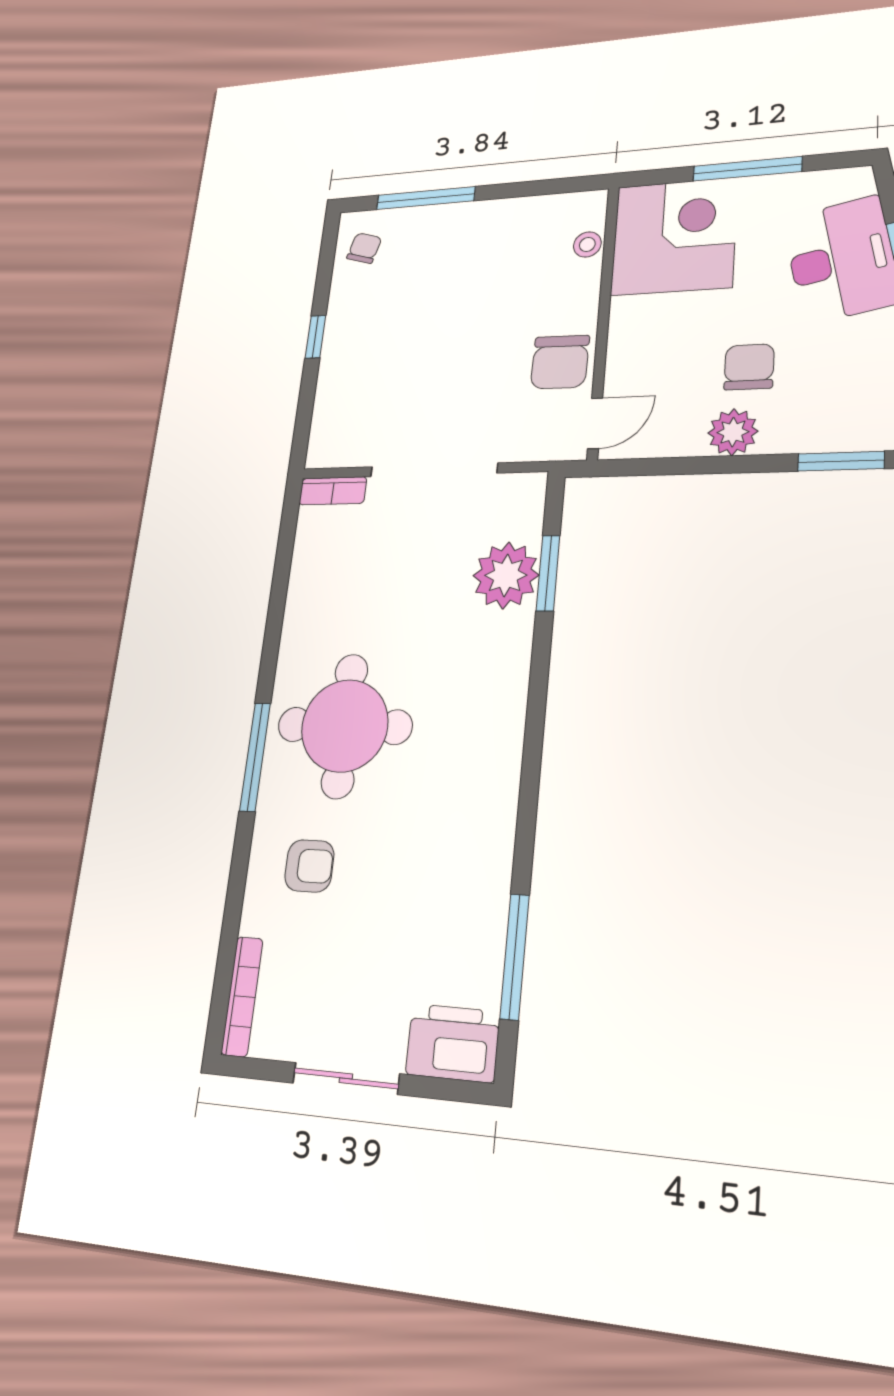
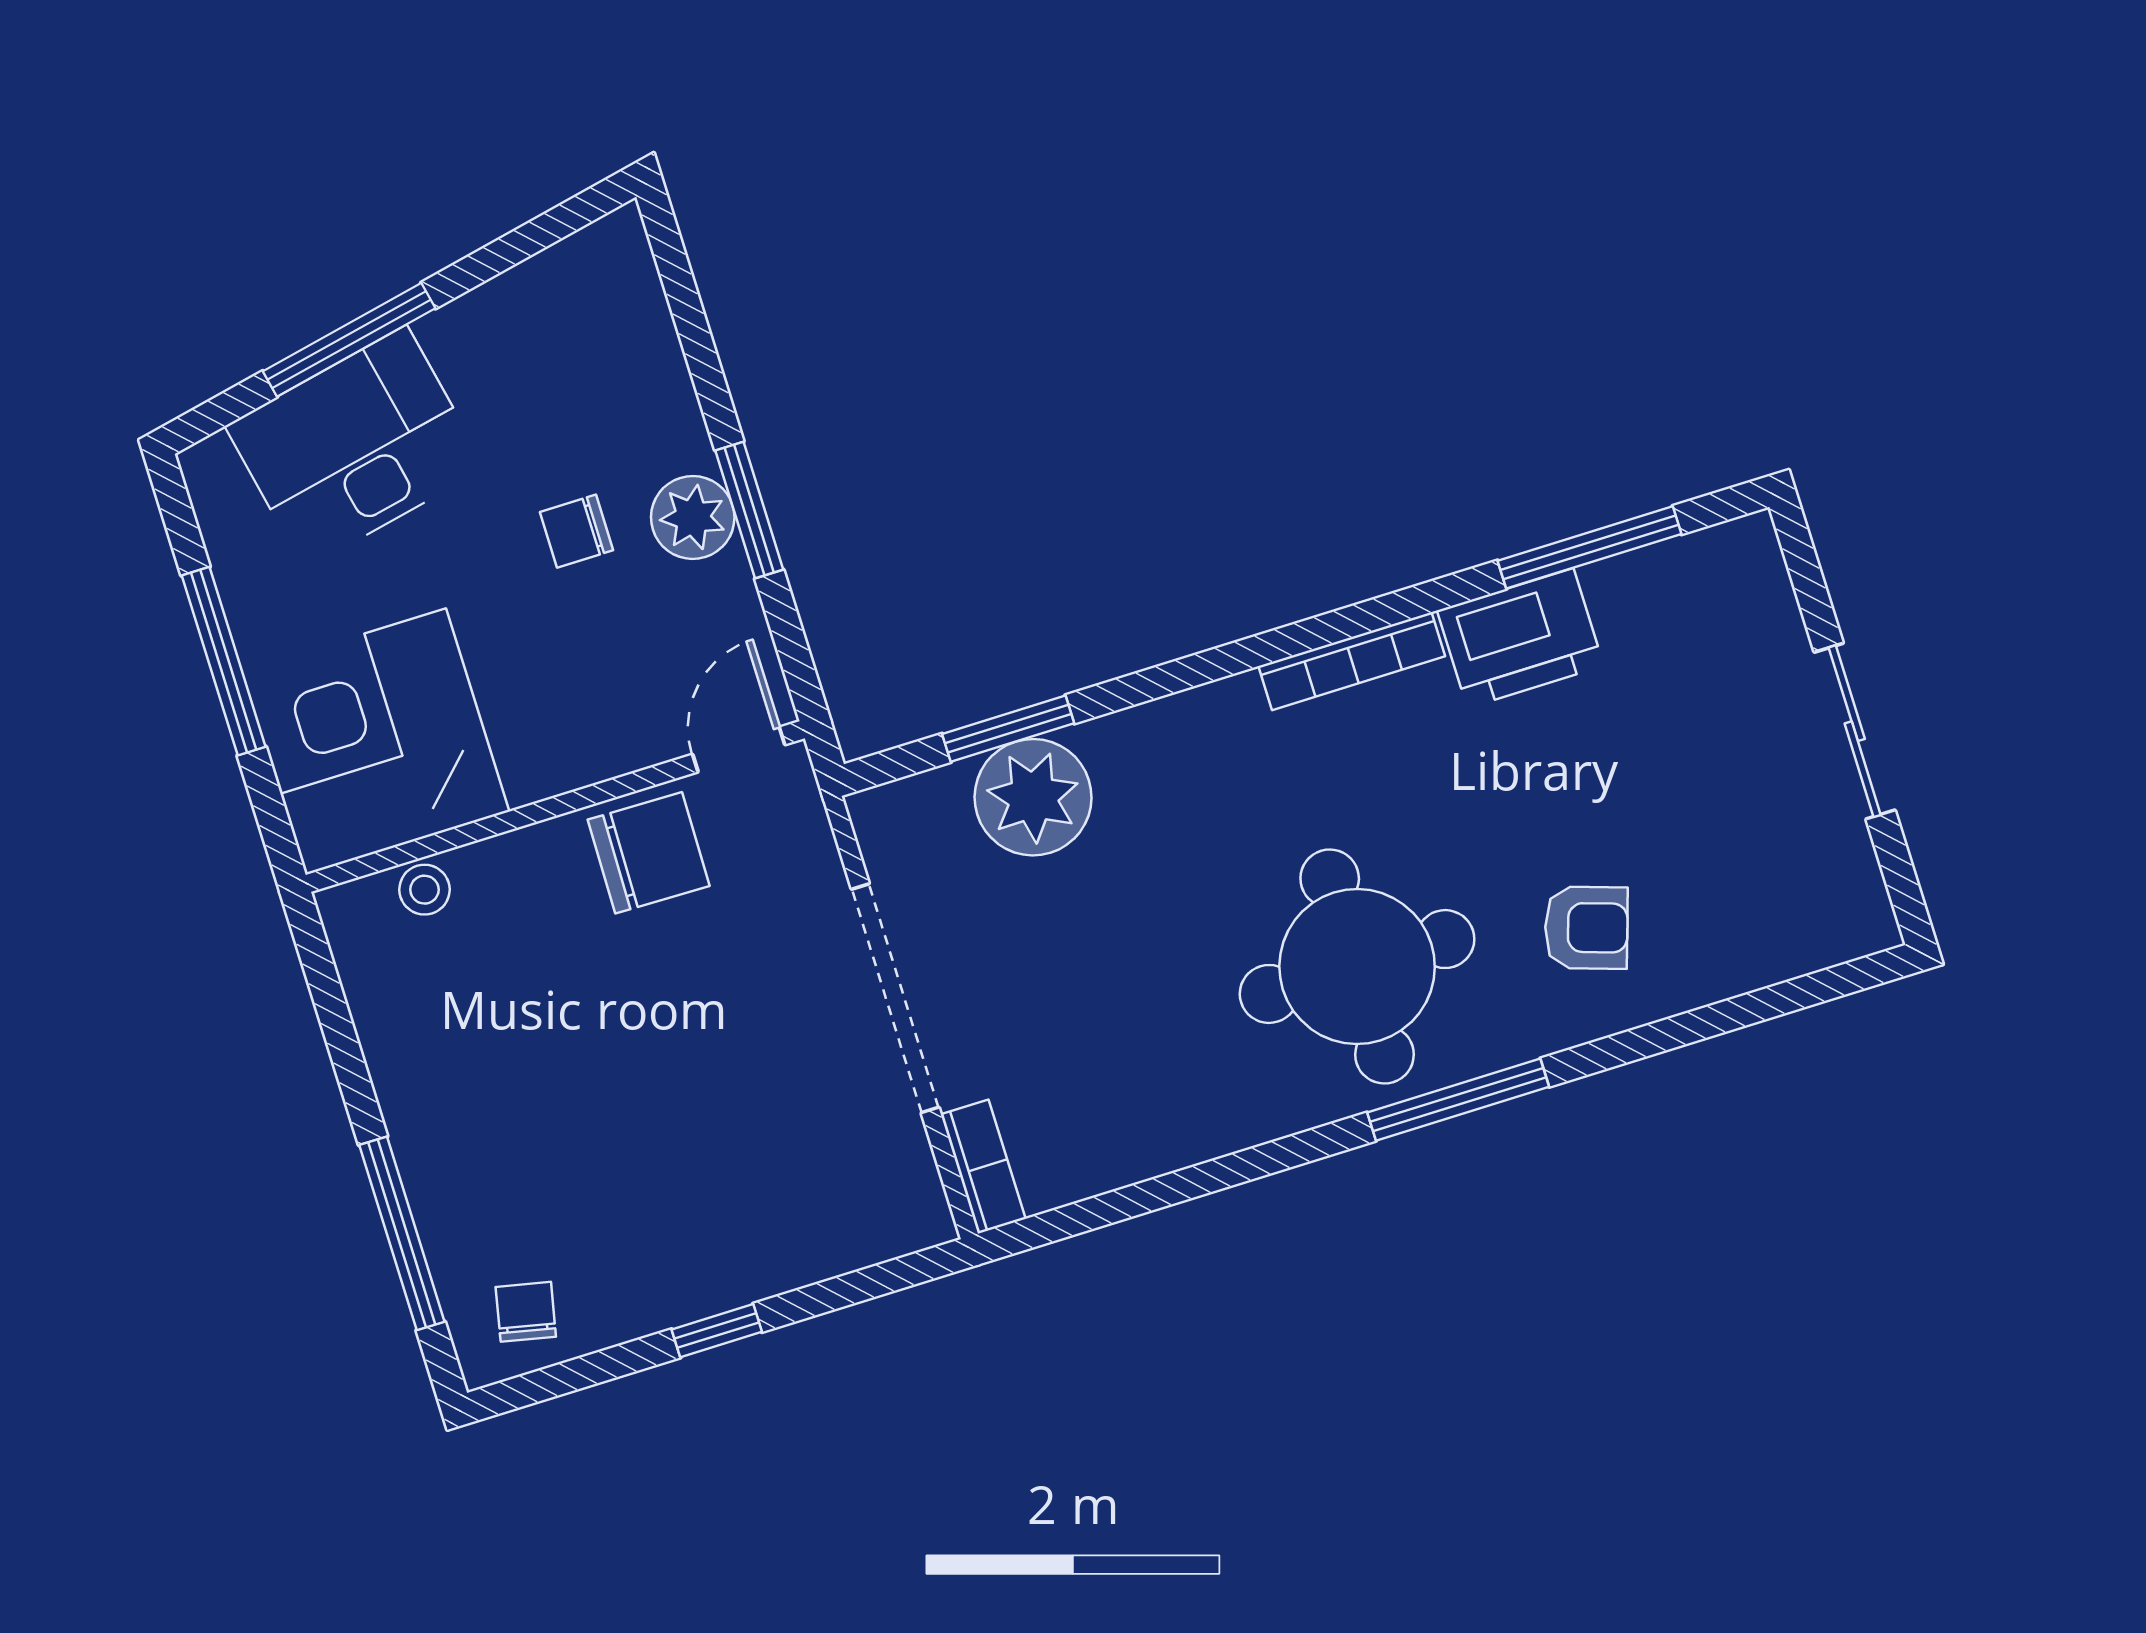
chair: (364, 248) -> (526, 1312), turned 86
chair: (749, 367) -> (576, 531), width x0.73, depth x0.73
door: (595, 423) -> (739, 749), hinge flipped
window: (841, 461) -> (749, 510), moved
armchair: (309, 866) -> (1586, 928), turned 108
bookcase: (242, 996) -> (1352, 661), moved, turned 180
printer: (453, 1043) -> (1520, 638), moved, turned -90

